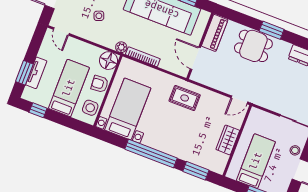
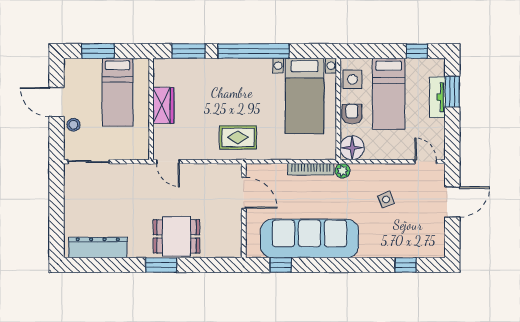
piano: (215, 33) -> (232, 234), removed
armchair: (100, 84) -> (352, 114), turned -86
door: (239, 100) -> (168, 162), swing flipped

